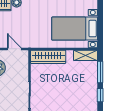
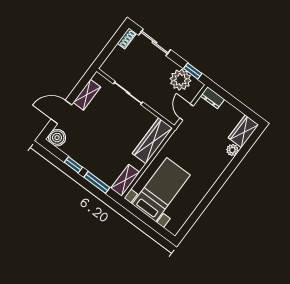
door: (14, 49) -> (187, 112), swing flipped

